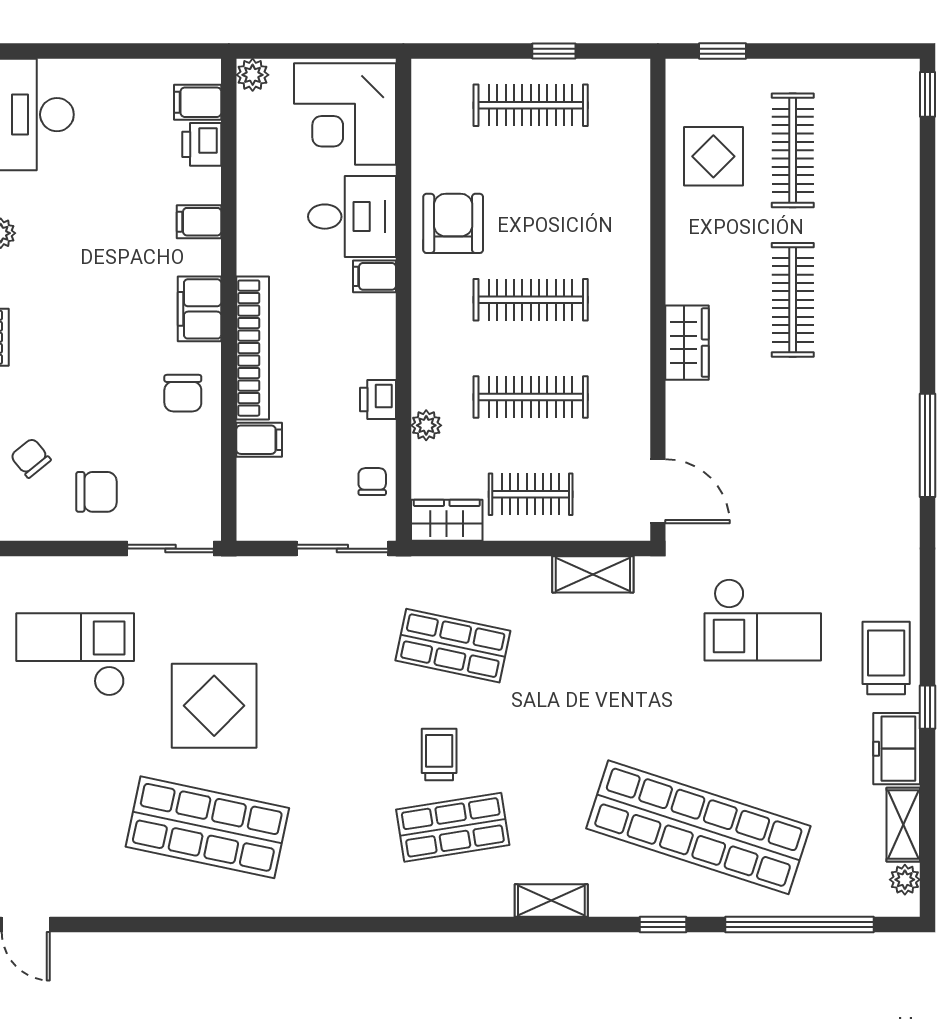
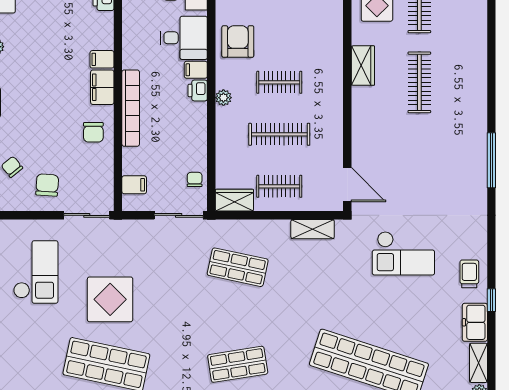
filing cabinet: (199, 222) -> (102, 59), moved
clothes rail: (531, 300) -> (279, 82), width x0.73
wardrobe: (687, 343) -> (363, 66), moved
printer: (378, 400) -> (198, 90), moved
plant: (426, 425) -> (223, 98), moved
filing cabinet: (259, 440) -> (134, 185), moved
chair: (96, 492) -> (47, 185), turned -86
checkout: (75, 655) -> (36, 272), turned 90
trolley: (886, 658) -> (469, 274), width x0.73, depth x0.72
trolley: (439, 755) -> (230, 325), removed

